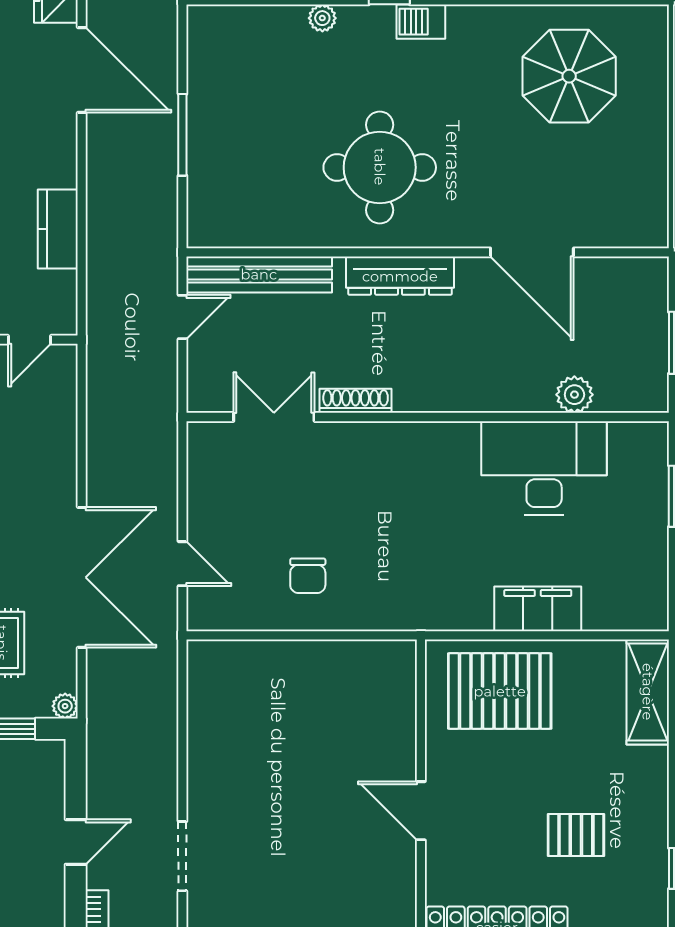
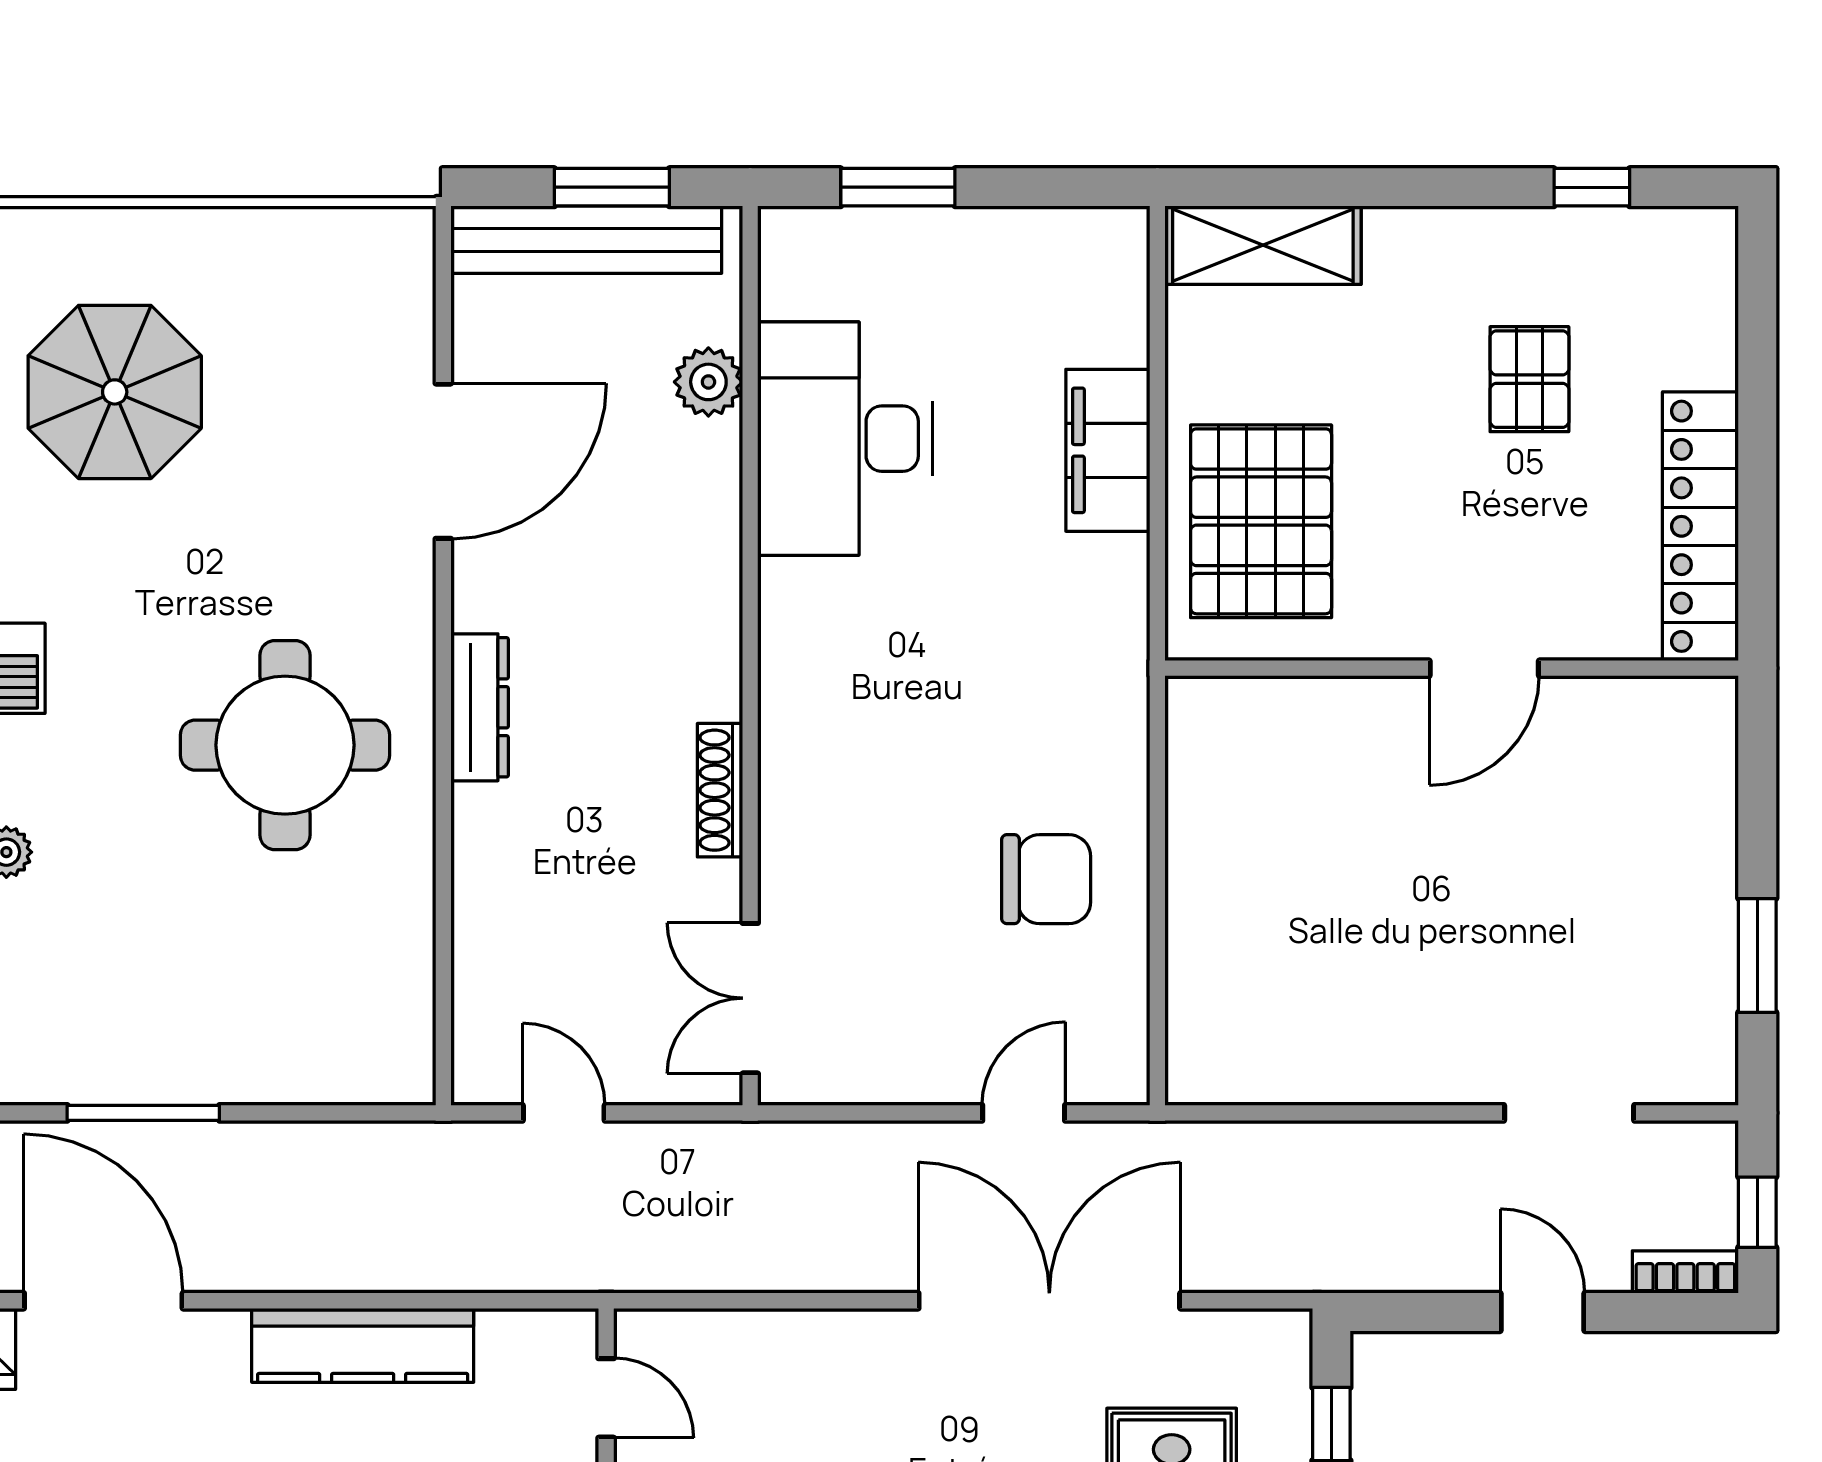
door: (82, 70) -> (103, 1301), hinge flipped
window: (182, 135) -> (143, 1113), moved
kitchen counter: (58, 229) -> (363, 1345), width x1.50
bench: (259, 274) -> (586, 240), moved, turned 90
dresser: (400, 276) -> (480, 707), width x0.73, depth x0.80
double door: (274, 417) -> (750, 998), moved
chair: (308, 576) -> (1046, 879), width x1.37, depth x1.37
plant: (65, 706) -> (1289, 1332), removed

